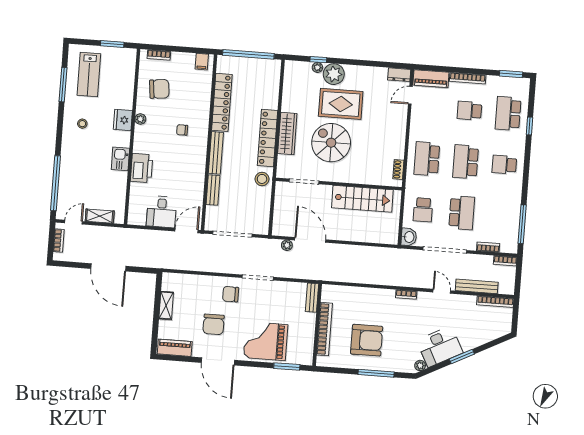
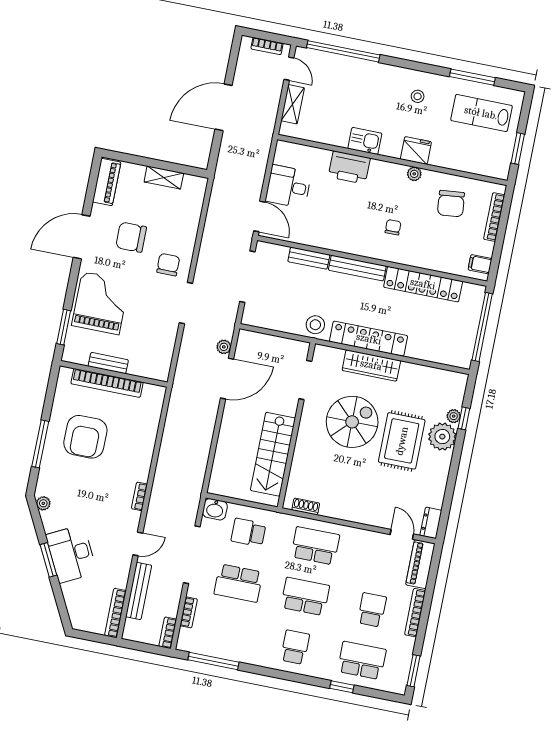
bookcase: (159, 55) -> (494, 217), width x1.56
bench: (312, 298) -> (108, 363), moved
desk: (440, 346) -> (71, 554), moved

